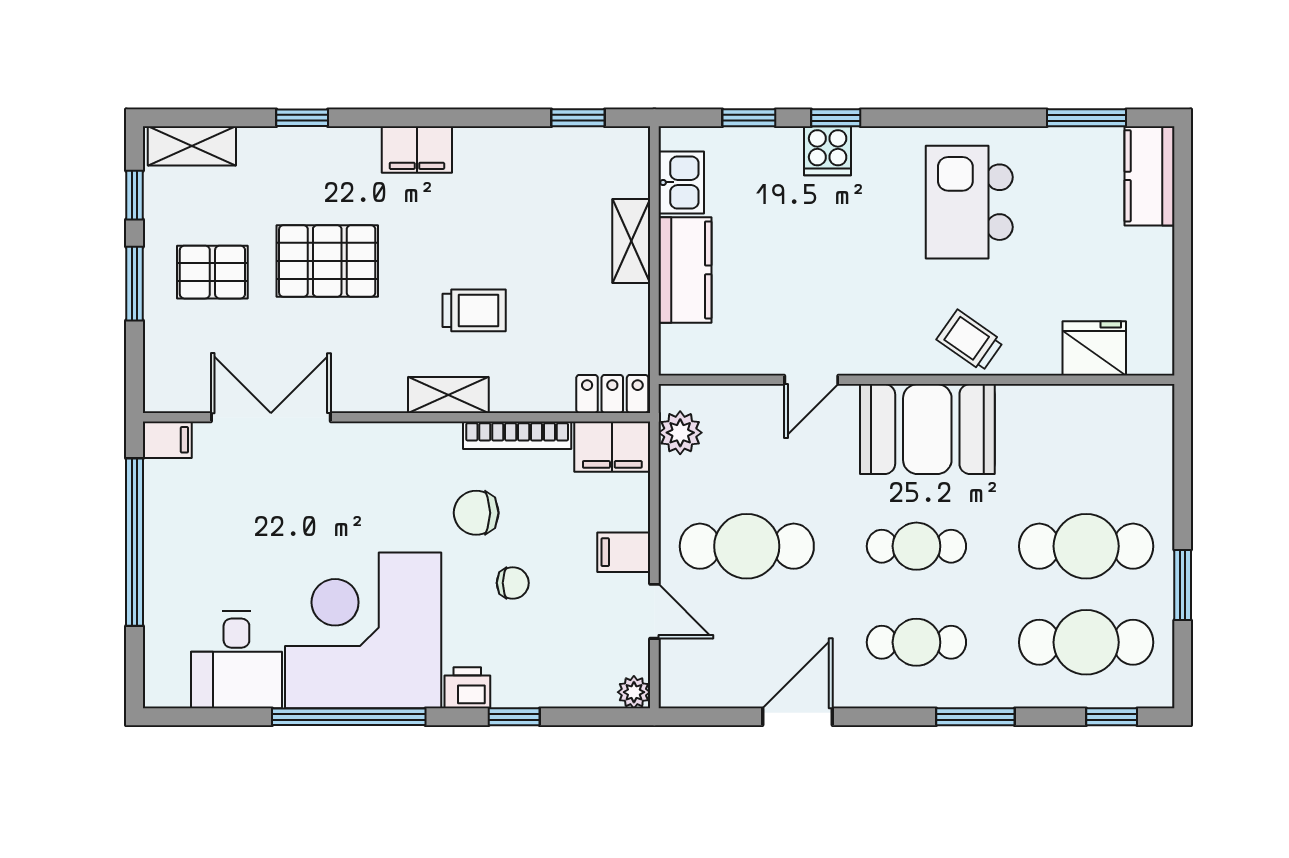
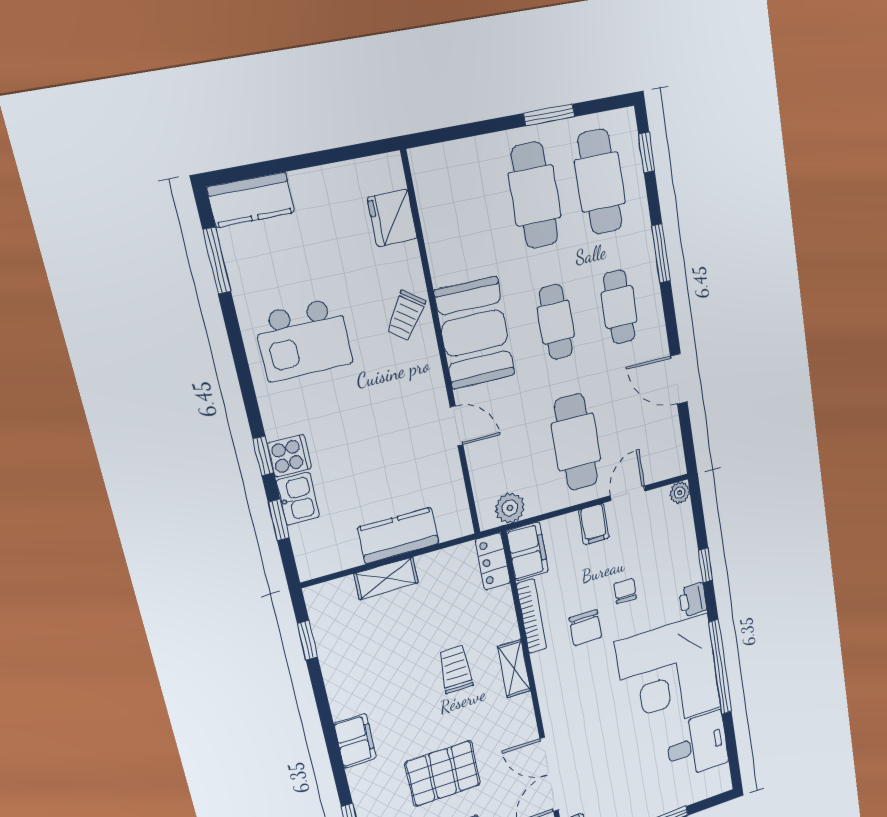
kitchen sink: (681, 182) -> (298, 499), moved, turned 90
pallet: (327, 261) -> (443, 773), turned 90

